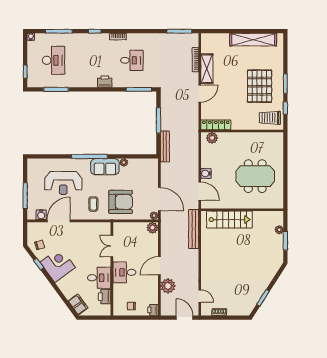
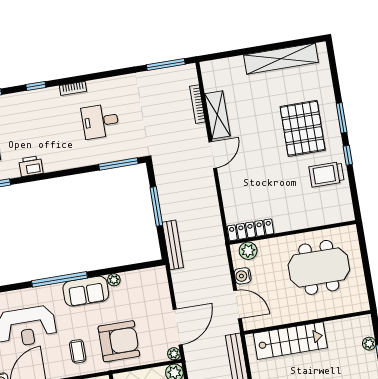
desk: (132, 60) -> (100, 121), turned 180
printer: (105, 82) -> (31, 166), moved
locker: (216, 125) -> (251, 230), moved
wall: (242, 131) -> (292, 233), moved
plant: (212, 138) -> (248, 251), moved
door: (159, 199) -> (178, 327), hinge flipped

